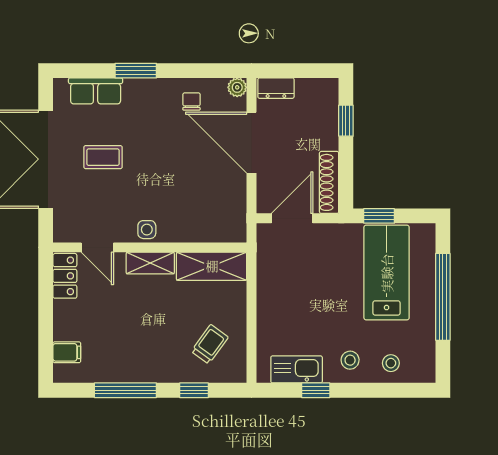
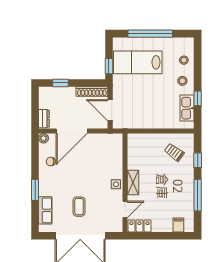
shelving: (212, 266) -> (135, 151), removed

